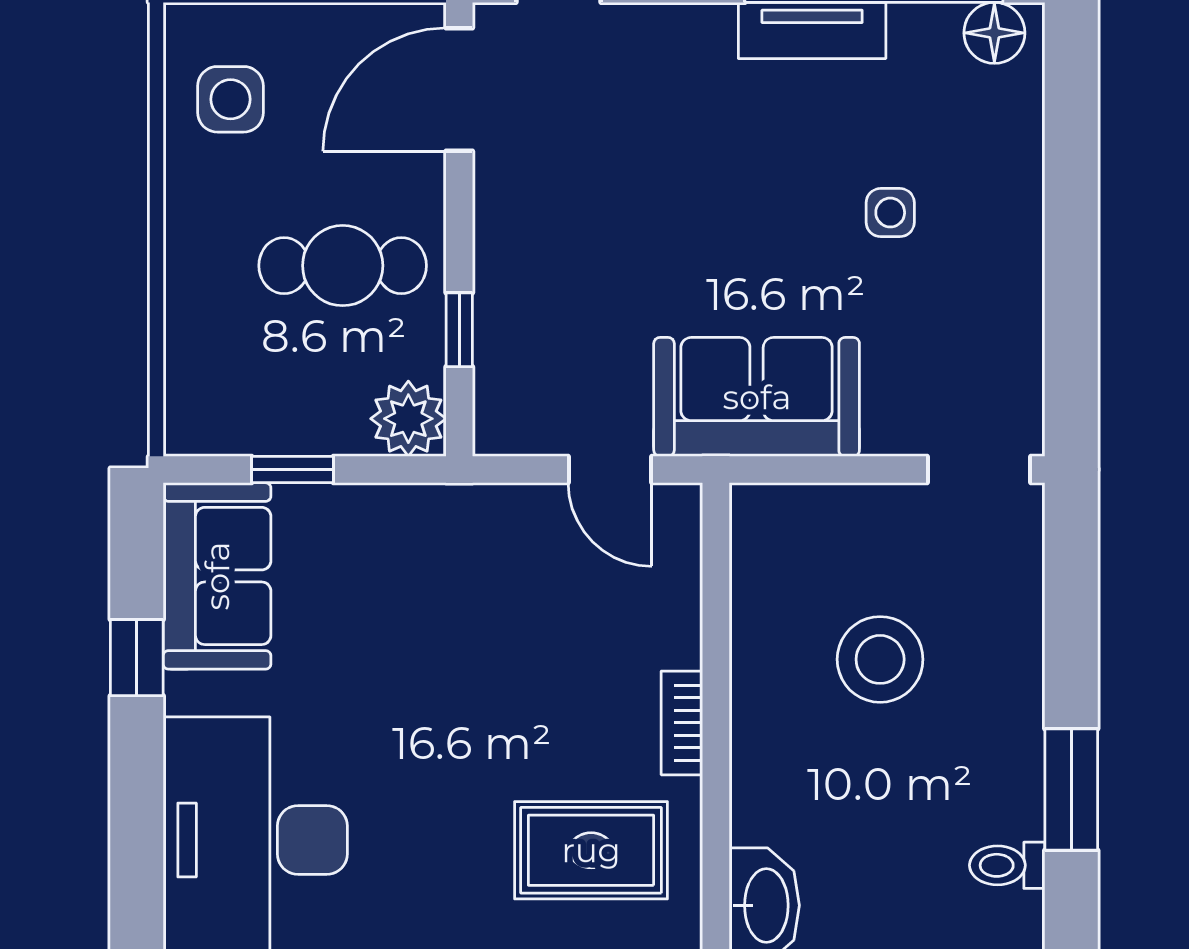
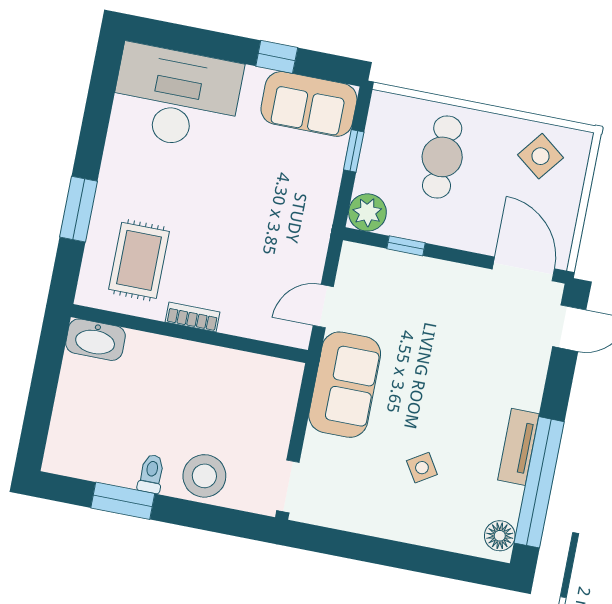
side table: (230, 99) -> (541, 156), turned 38
side table: (890, 213) -> (422, 468), turned -32
cafe table: (343, 266) -> (442, 157), moved
stool: (880, 659) -> (204, 476), moved
toilet: (1007, 865) -> (151, 474), moved

